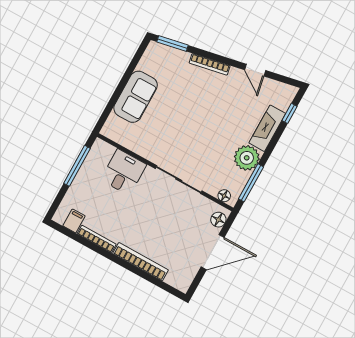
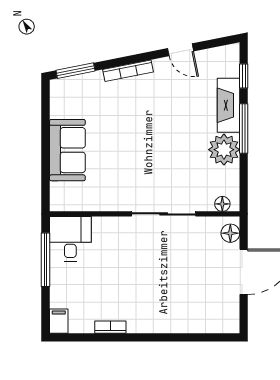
desk: (124, 172) -> (70, 239), moved
window: (251, 183) -> (244, 128), moved
filing cabinet: (74, 221) -> (59, 321), moved
bookcase: (97, 239) -> (110, 327), width x0.64
bookcase: (140, 262) -> (171, 325), removed

